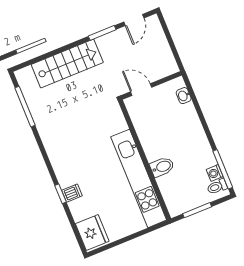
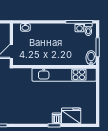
bidet: (162, 167) -> (91, 58), moved
fridge: (92, 233) -> (71, 116), moved

